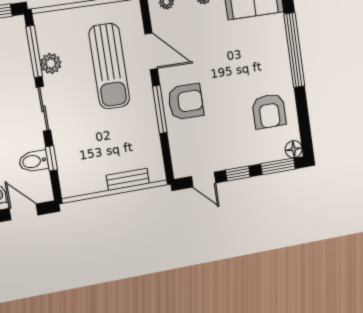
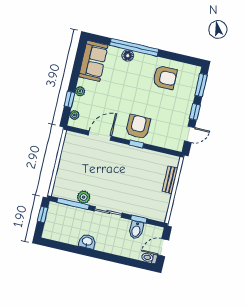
sun lounger: (109, 66) -> (99, 164), removed
window: (160, 109) -> (136, 144), width x0.46
floor lamp: (294, 149) -> (128, 56), moved

